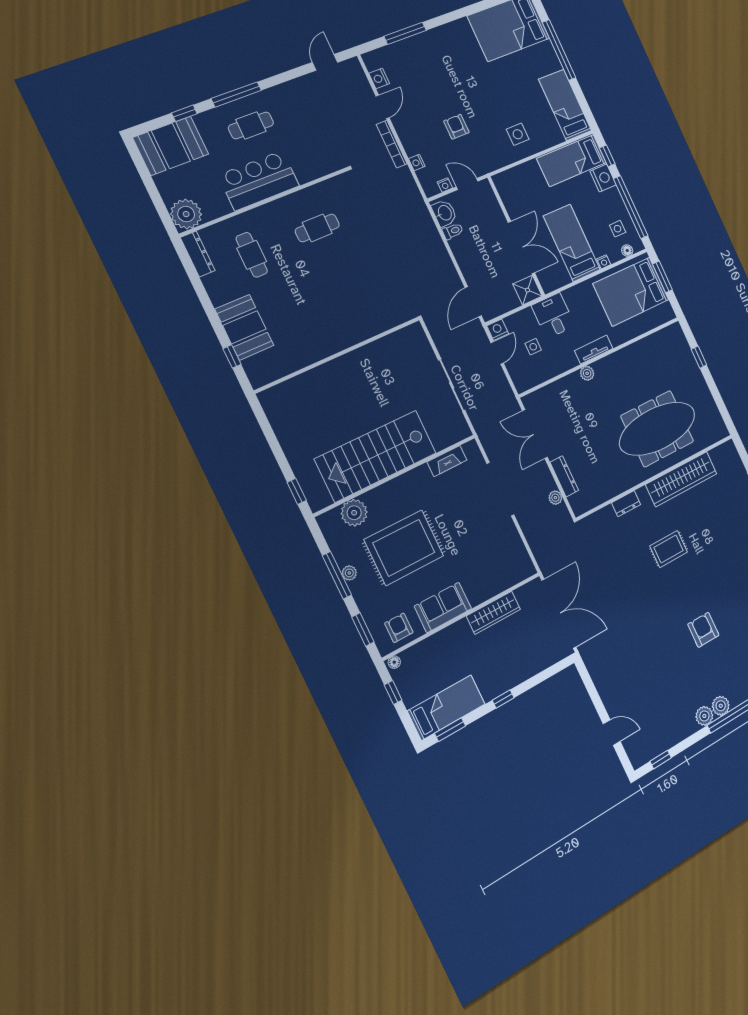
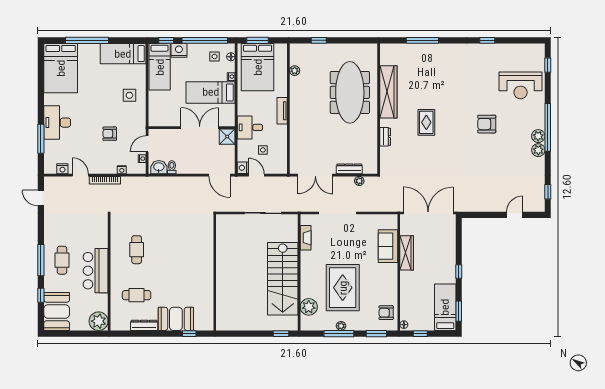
desk: (437, 48) -> (57, 123), added
dresser: (198, 254) -> (144, 325), moved
plant: (587, 373) -> (295, 71), moved
sofa: (443, 607) -> (388, 246), moved

